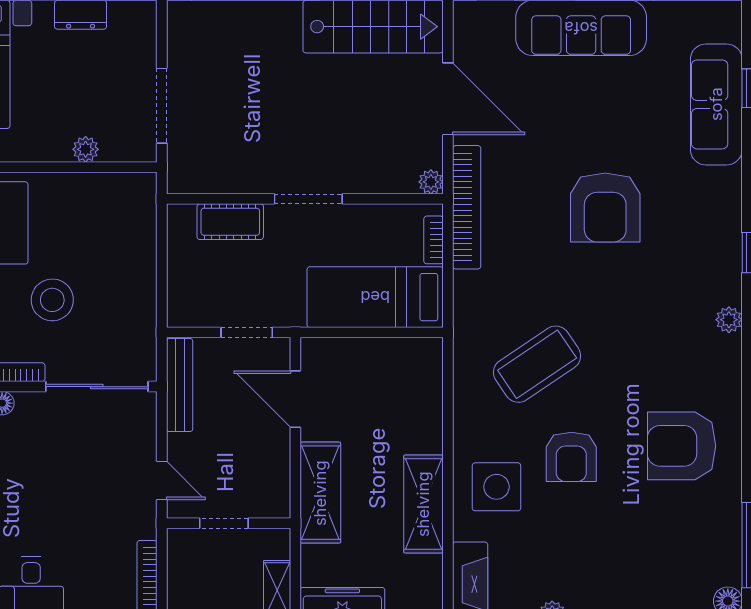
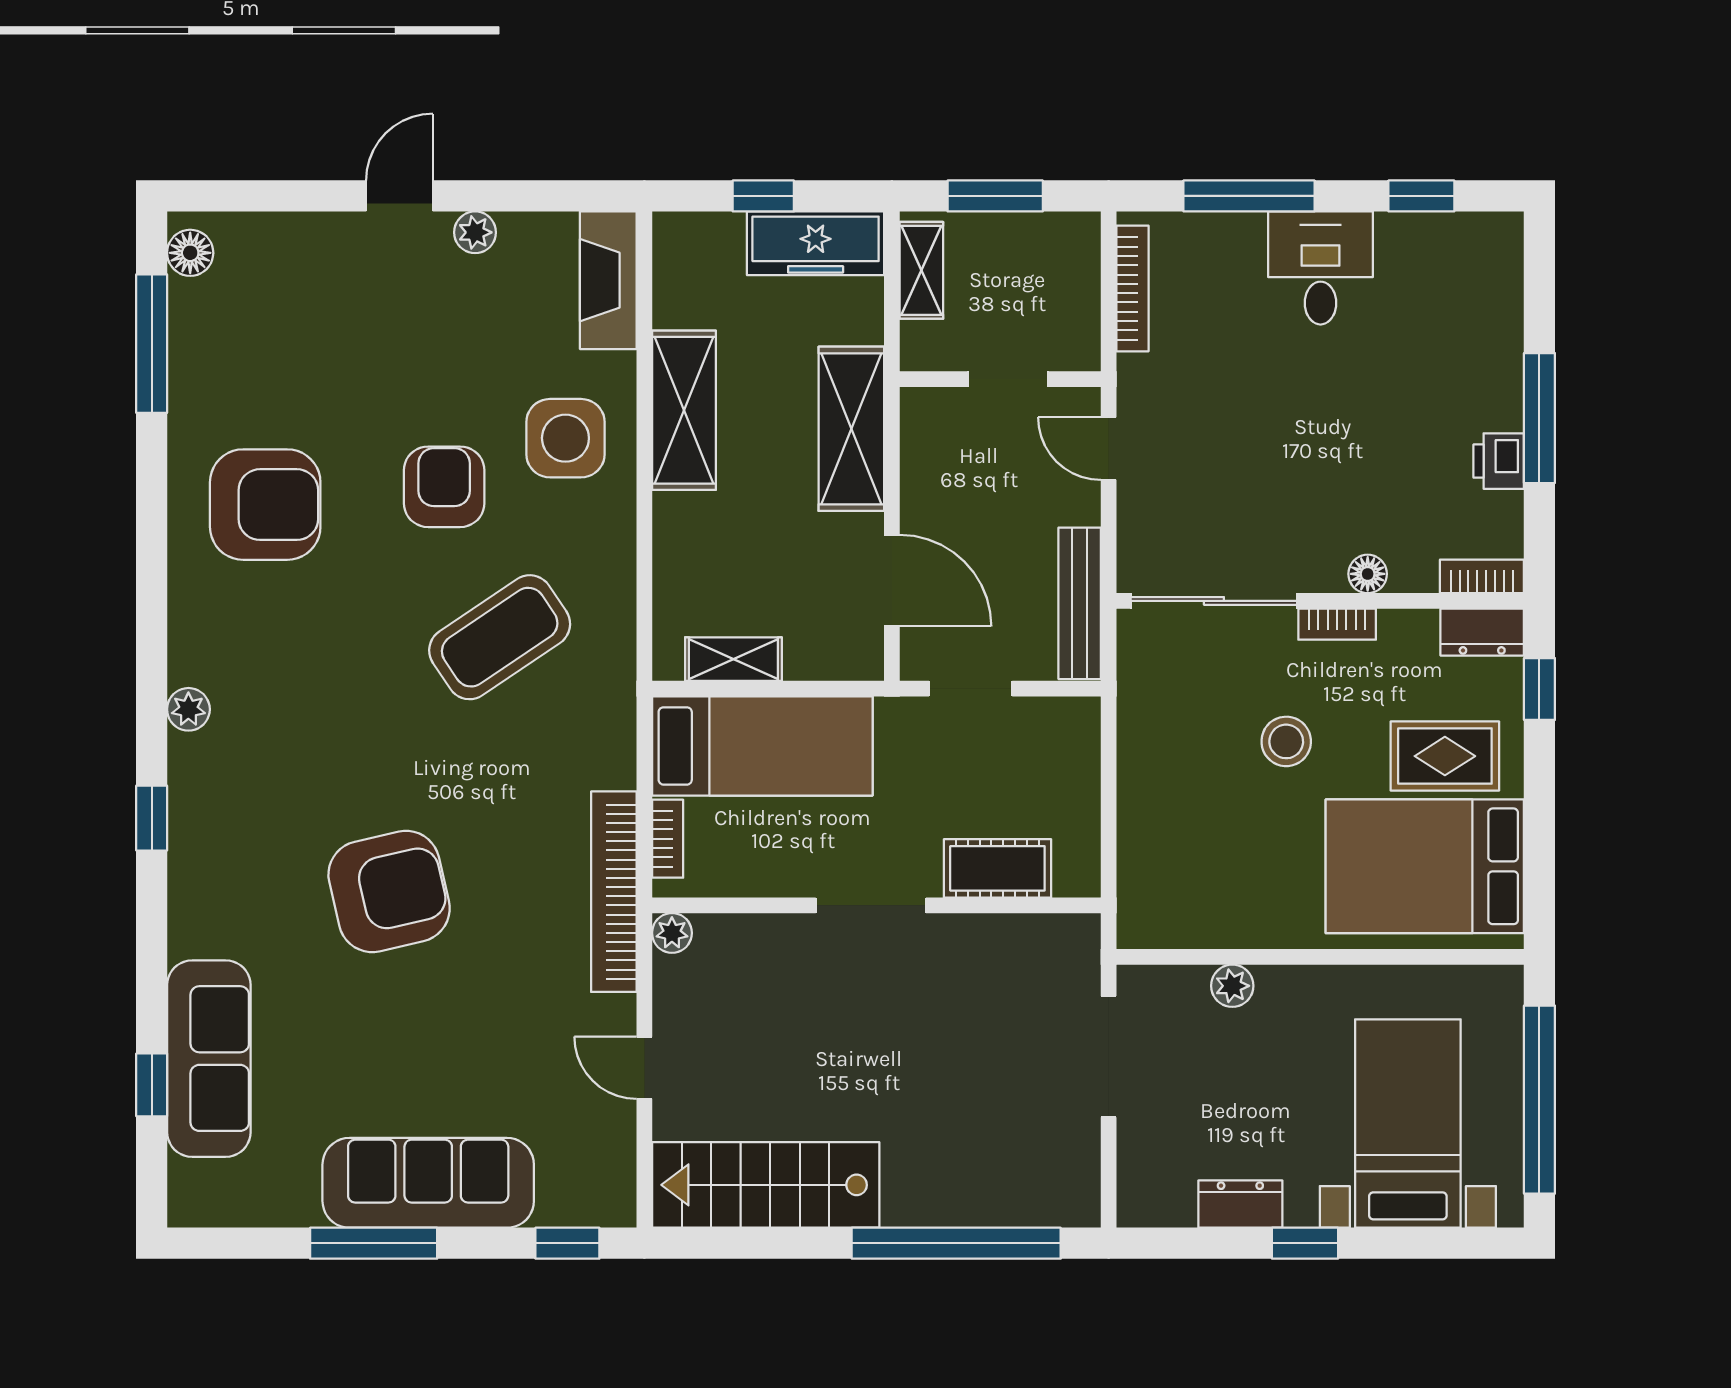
door: (448, 99) -> (644, 1068), width x0.53
armchair: (605, 207) -> (389, 891), turned 77
stool: (52, 300) -> (1286, 741), width x0.73, depth x0.73
shelving: (393, 351) -> (733, 659), added

